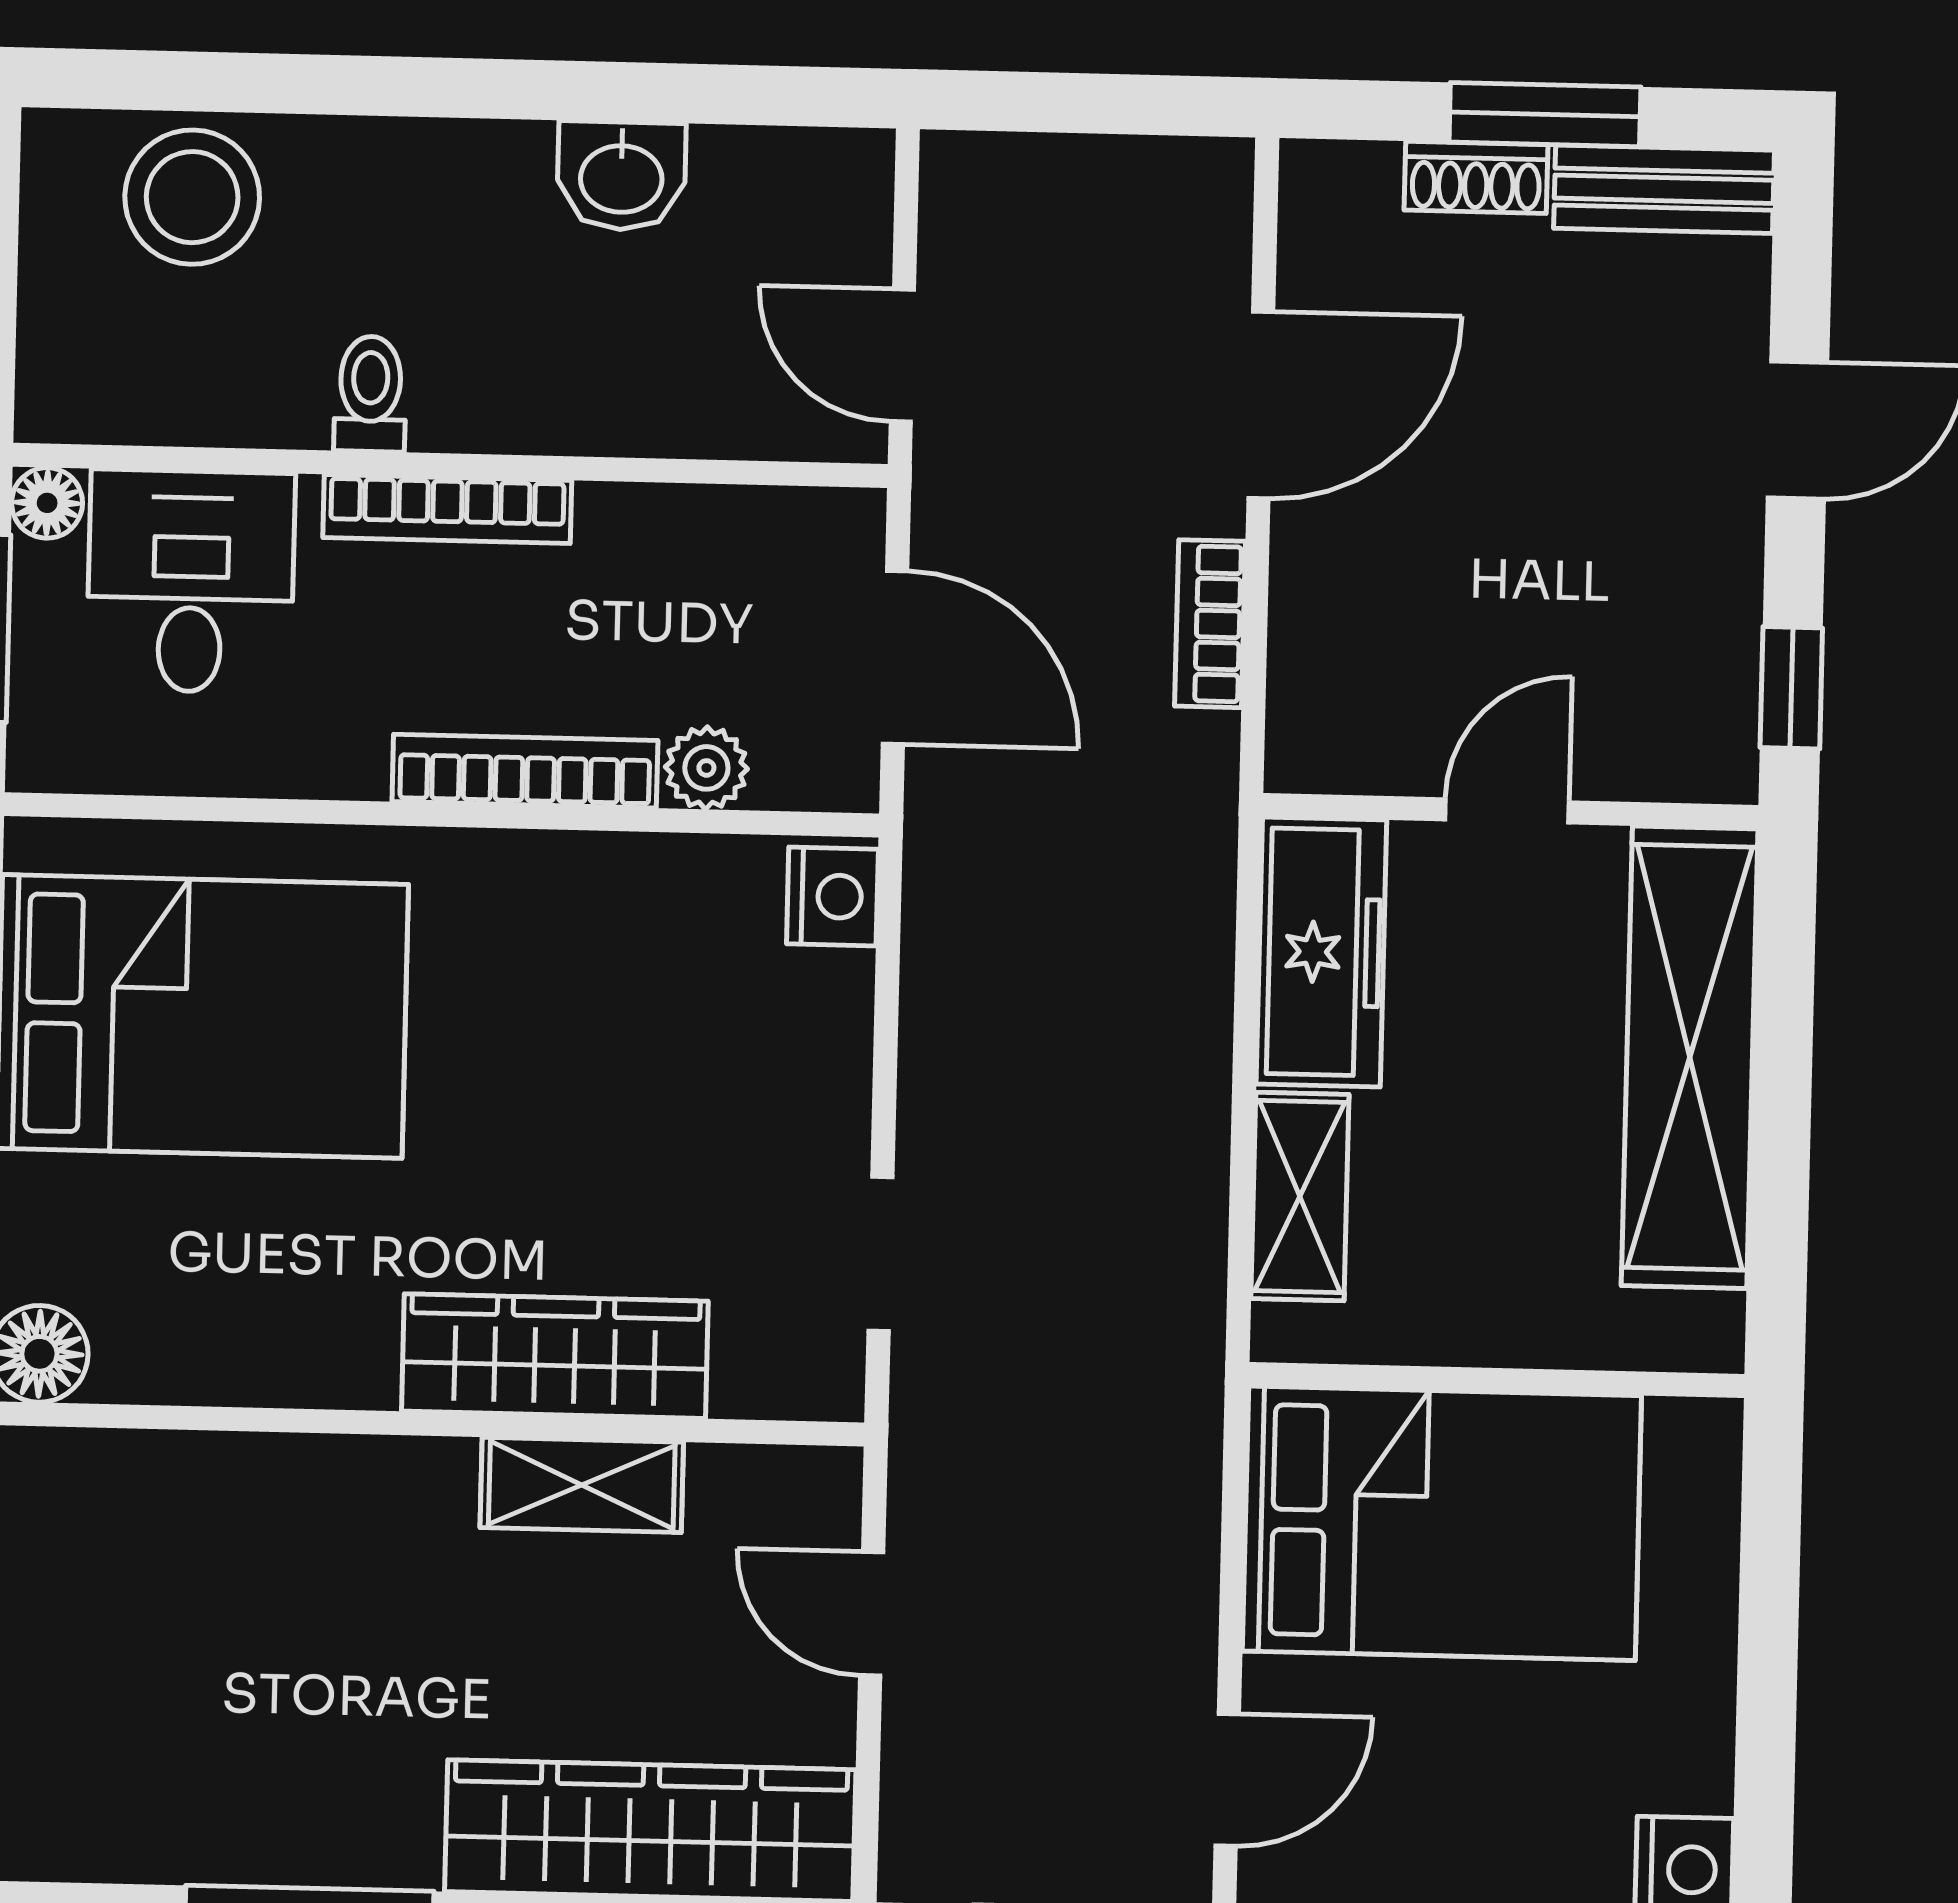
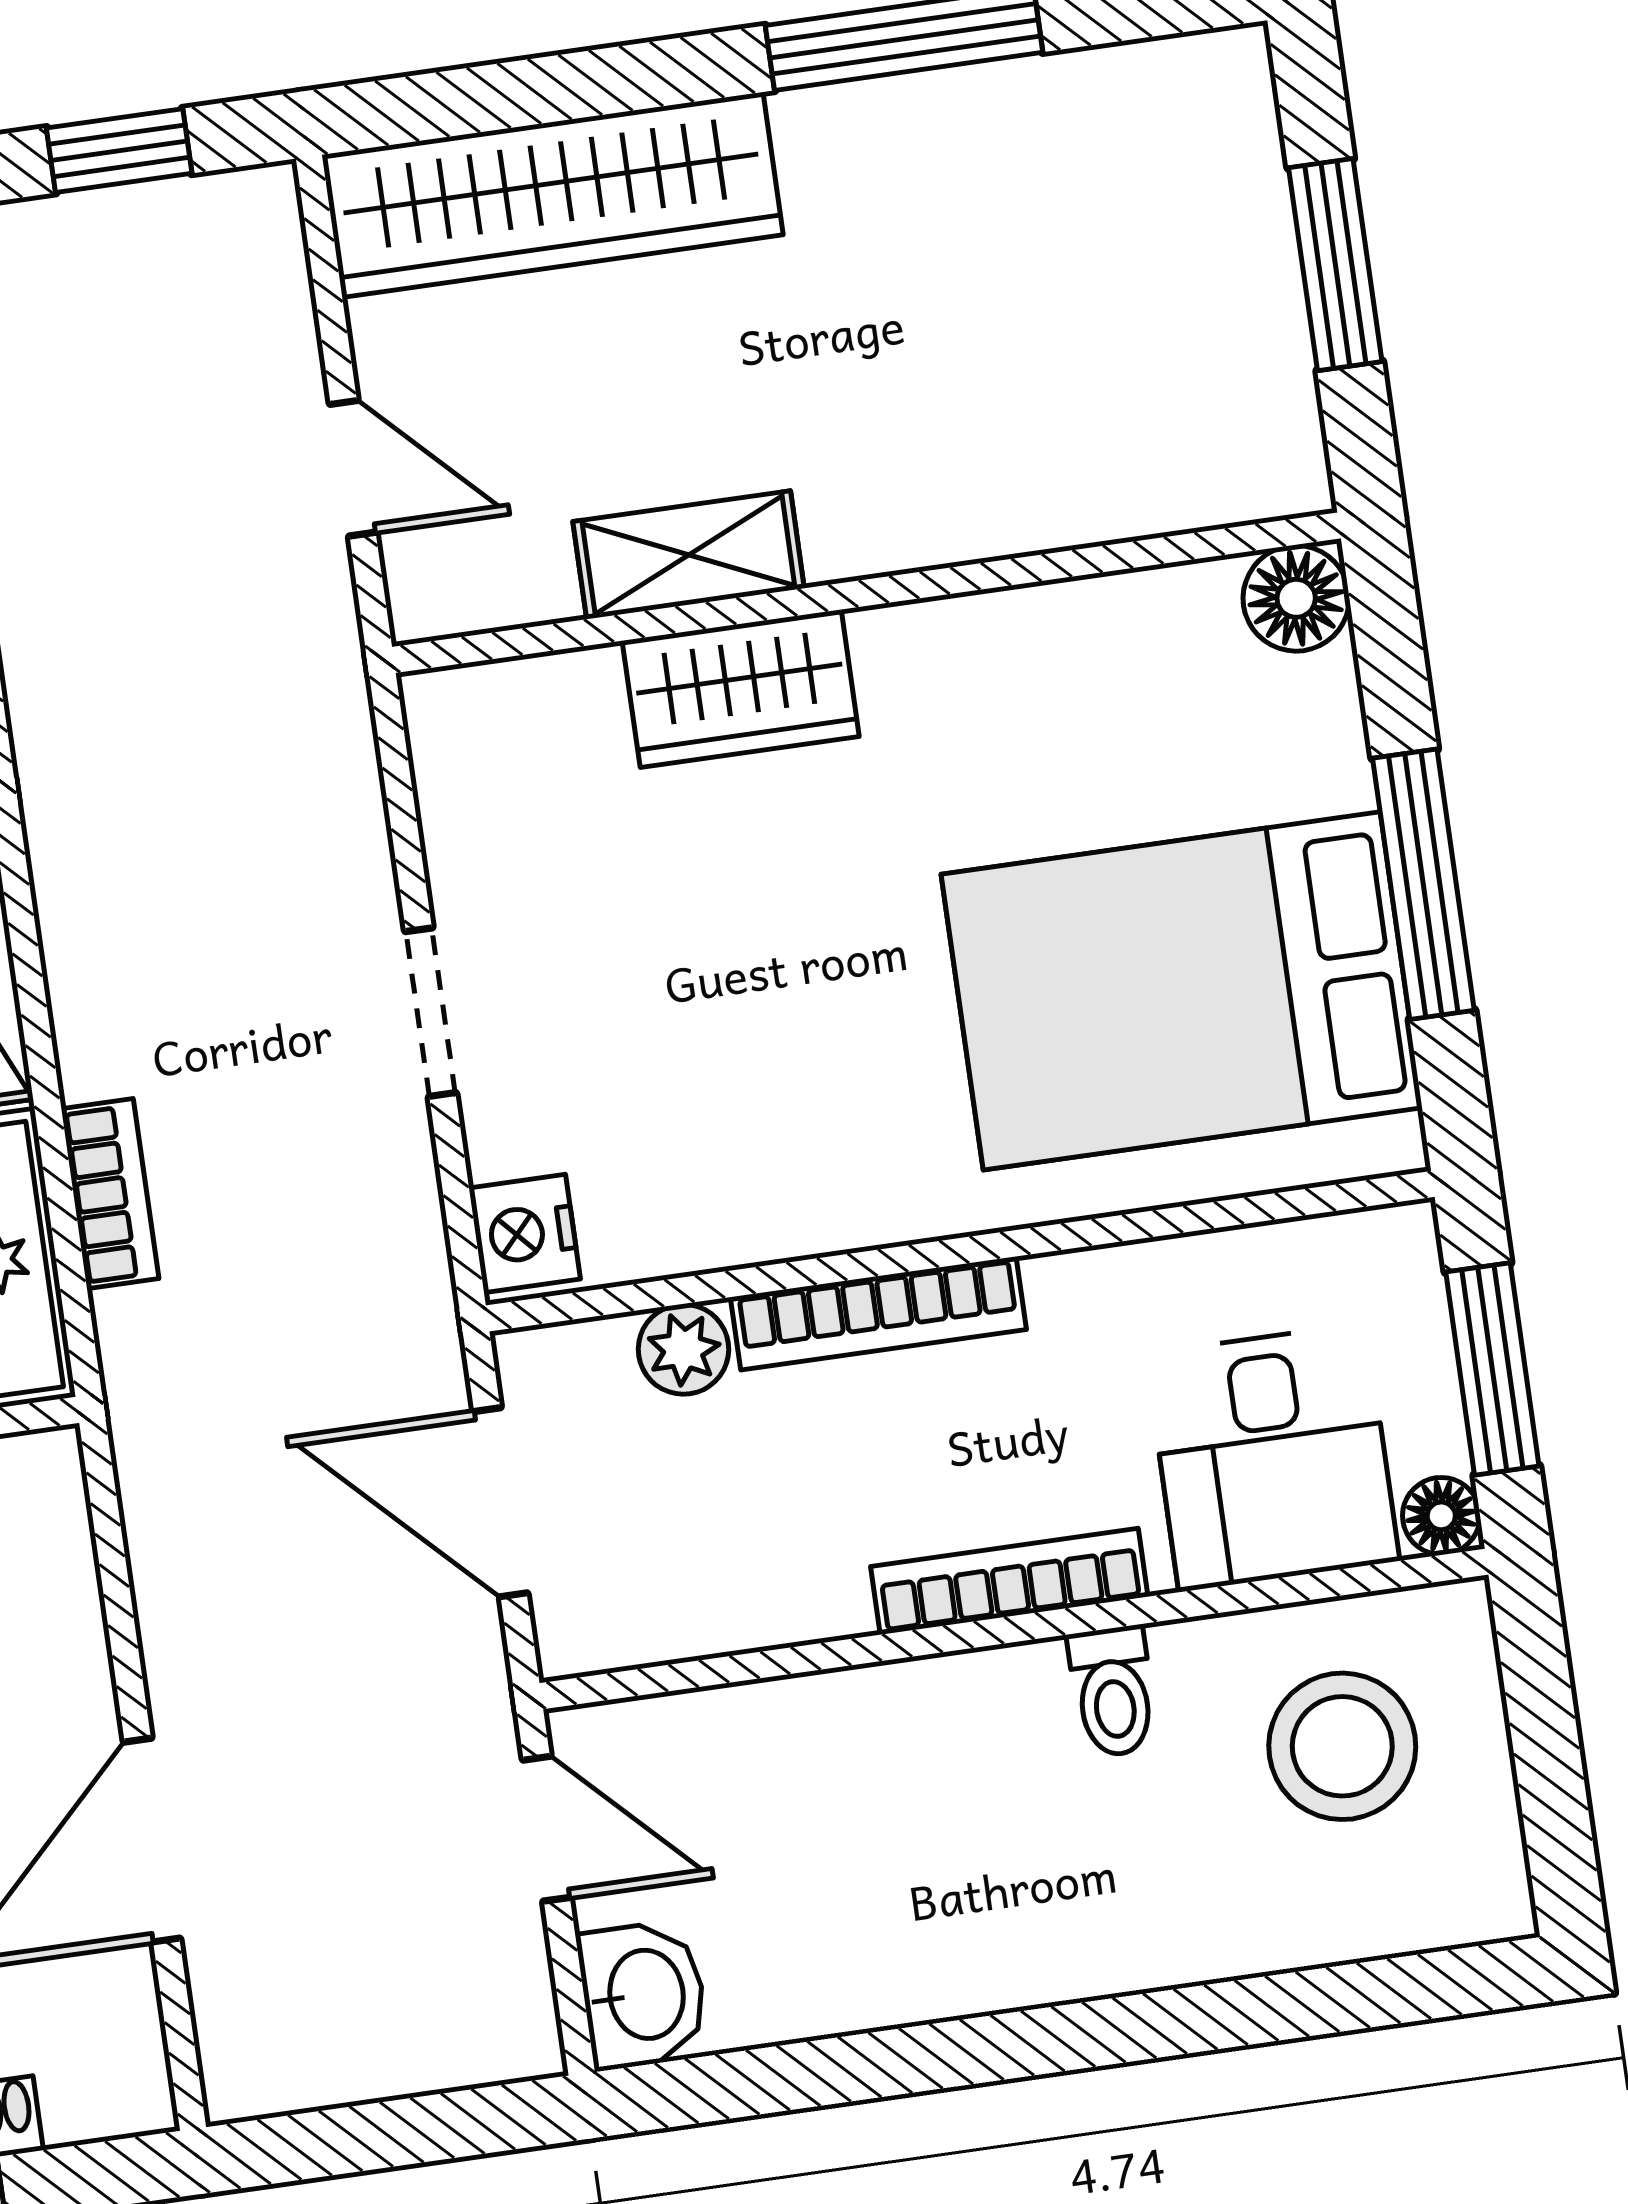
washbasin: (621, 176) -> (643, 1995), moved, turned 90
stool: (192, 197) -> (1342, 1746), moved
bookcase: (1210, 624) -> (110, 1194), moved
doorway: (880, 1254) -> (431, 1012), moved
wardrobe: (555, 1356) -> (741, 689), width x0.67

